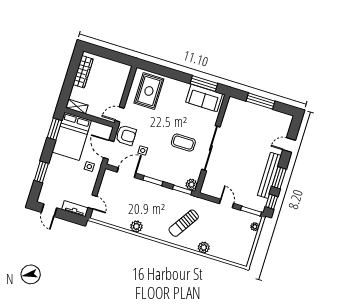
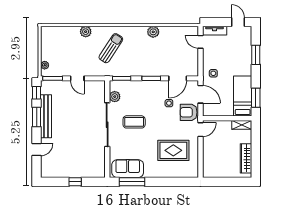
rug: (149, 91) -> (173, 150), moved, turned 90
window: (261, 101) -> (75, 182), width x0.46
bed: (72, 136) -> (243, 96), width x0.67
plant: (191, 185) -> (115, 97), moved

